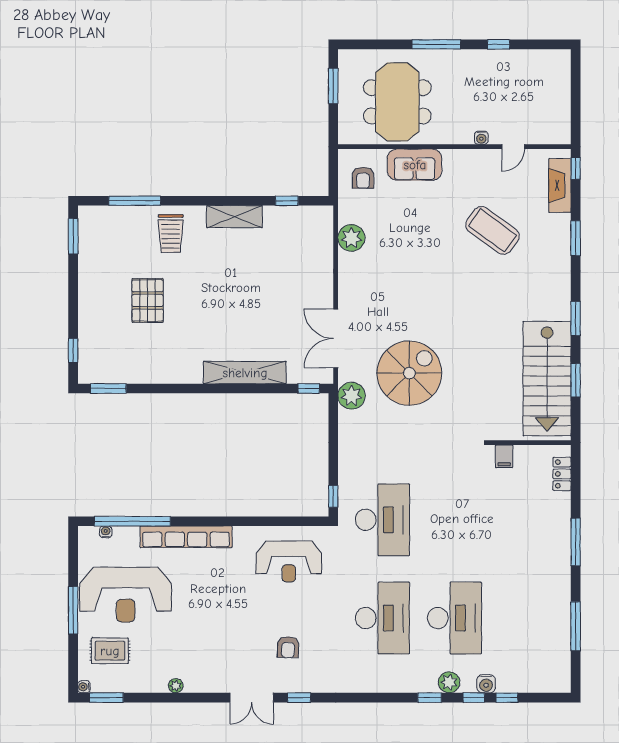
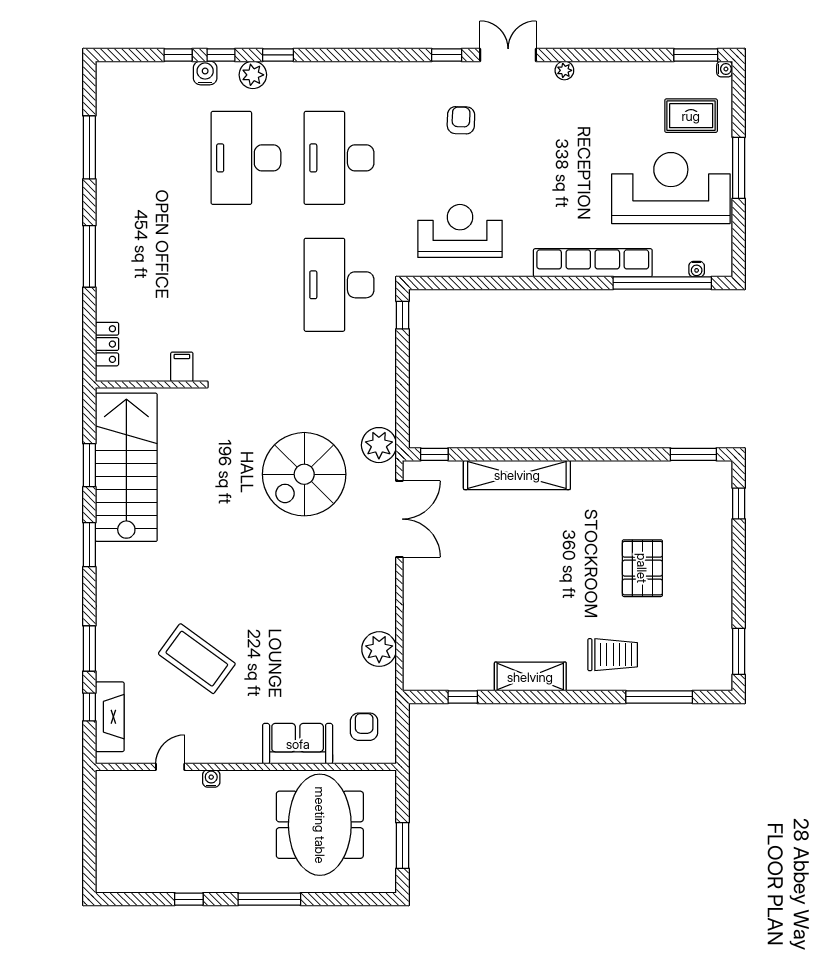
window: (576, 168) -> (89, 707), moved
trolley: (171, 234) -> (613, 655), turned 90
plant: (176, 686) -> (564, 70), moved

